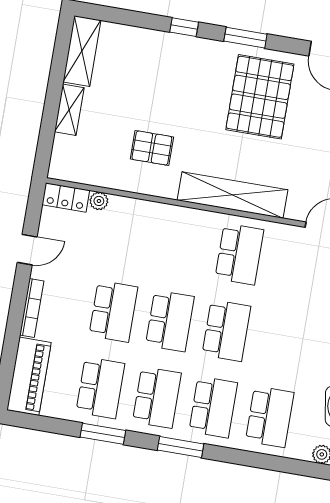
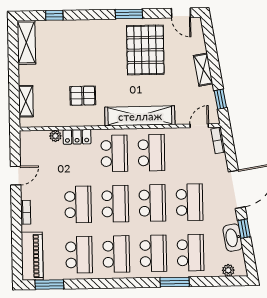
window: (184, 27) -> (54, 15), moved
shelving: (69, 110) -> (26, 101), moved
locker: (66, 197) -> (77, 137), moved
school desk: (183, 244) -> (114, 153), added
bookcase: (32, 308) -> (26, 212), width x0.64
school desk: (283, 340) -> (190, 202), added
window: (103, 434) -> (49, 284), moved
window: (181, 447) -> (175, 282), moved

